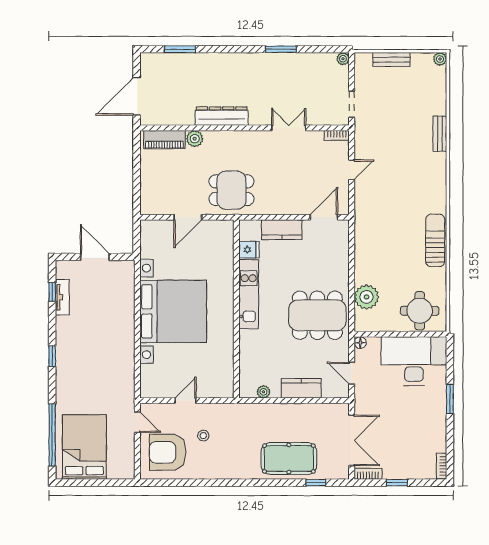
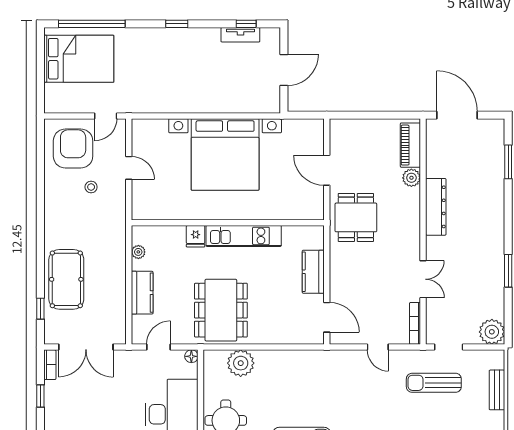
plant: (343, 59) -> (492, 332), width x1.88, depth x1.88
sun lounger: (385, 118) -> (434, 383), added
bookcase: (337, 135) -> (415, 323), width x1.56
fridge: (249, 250) -> (196, 236), moved

